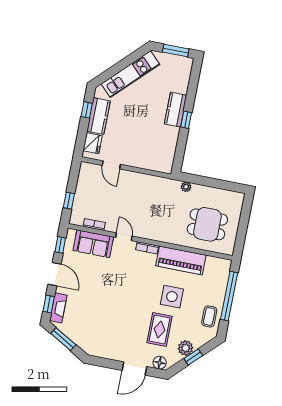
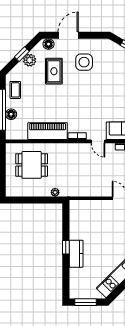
floor lamp: (220, 289) -> (11, 114), added
side table: (172, 297) -> (84, 62), moved

